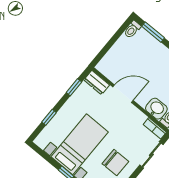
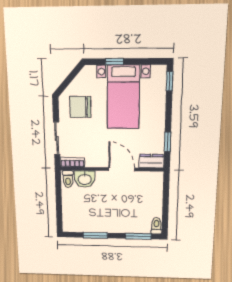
door: (123, 94) -> (122, 169), swing flipped
window: (49, 117) -> (170, 81), moved

